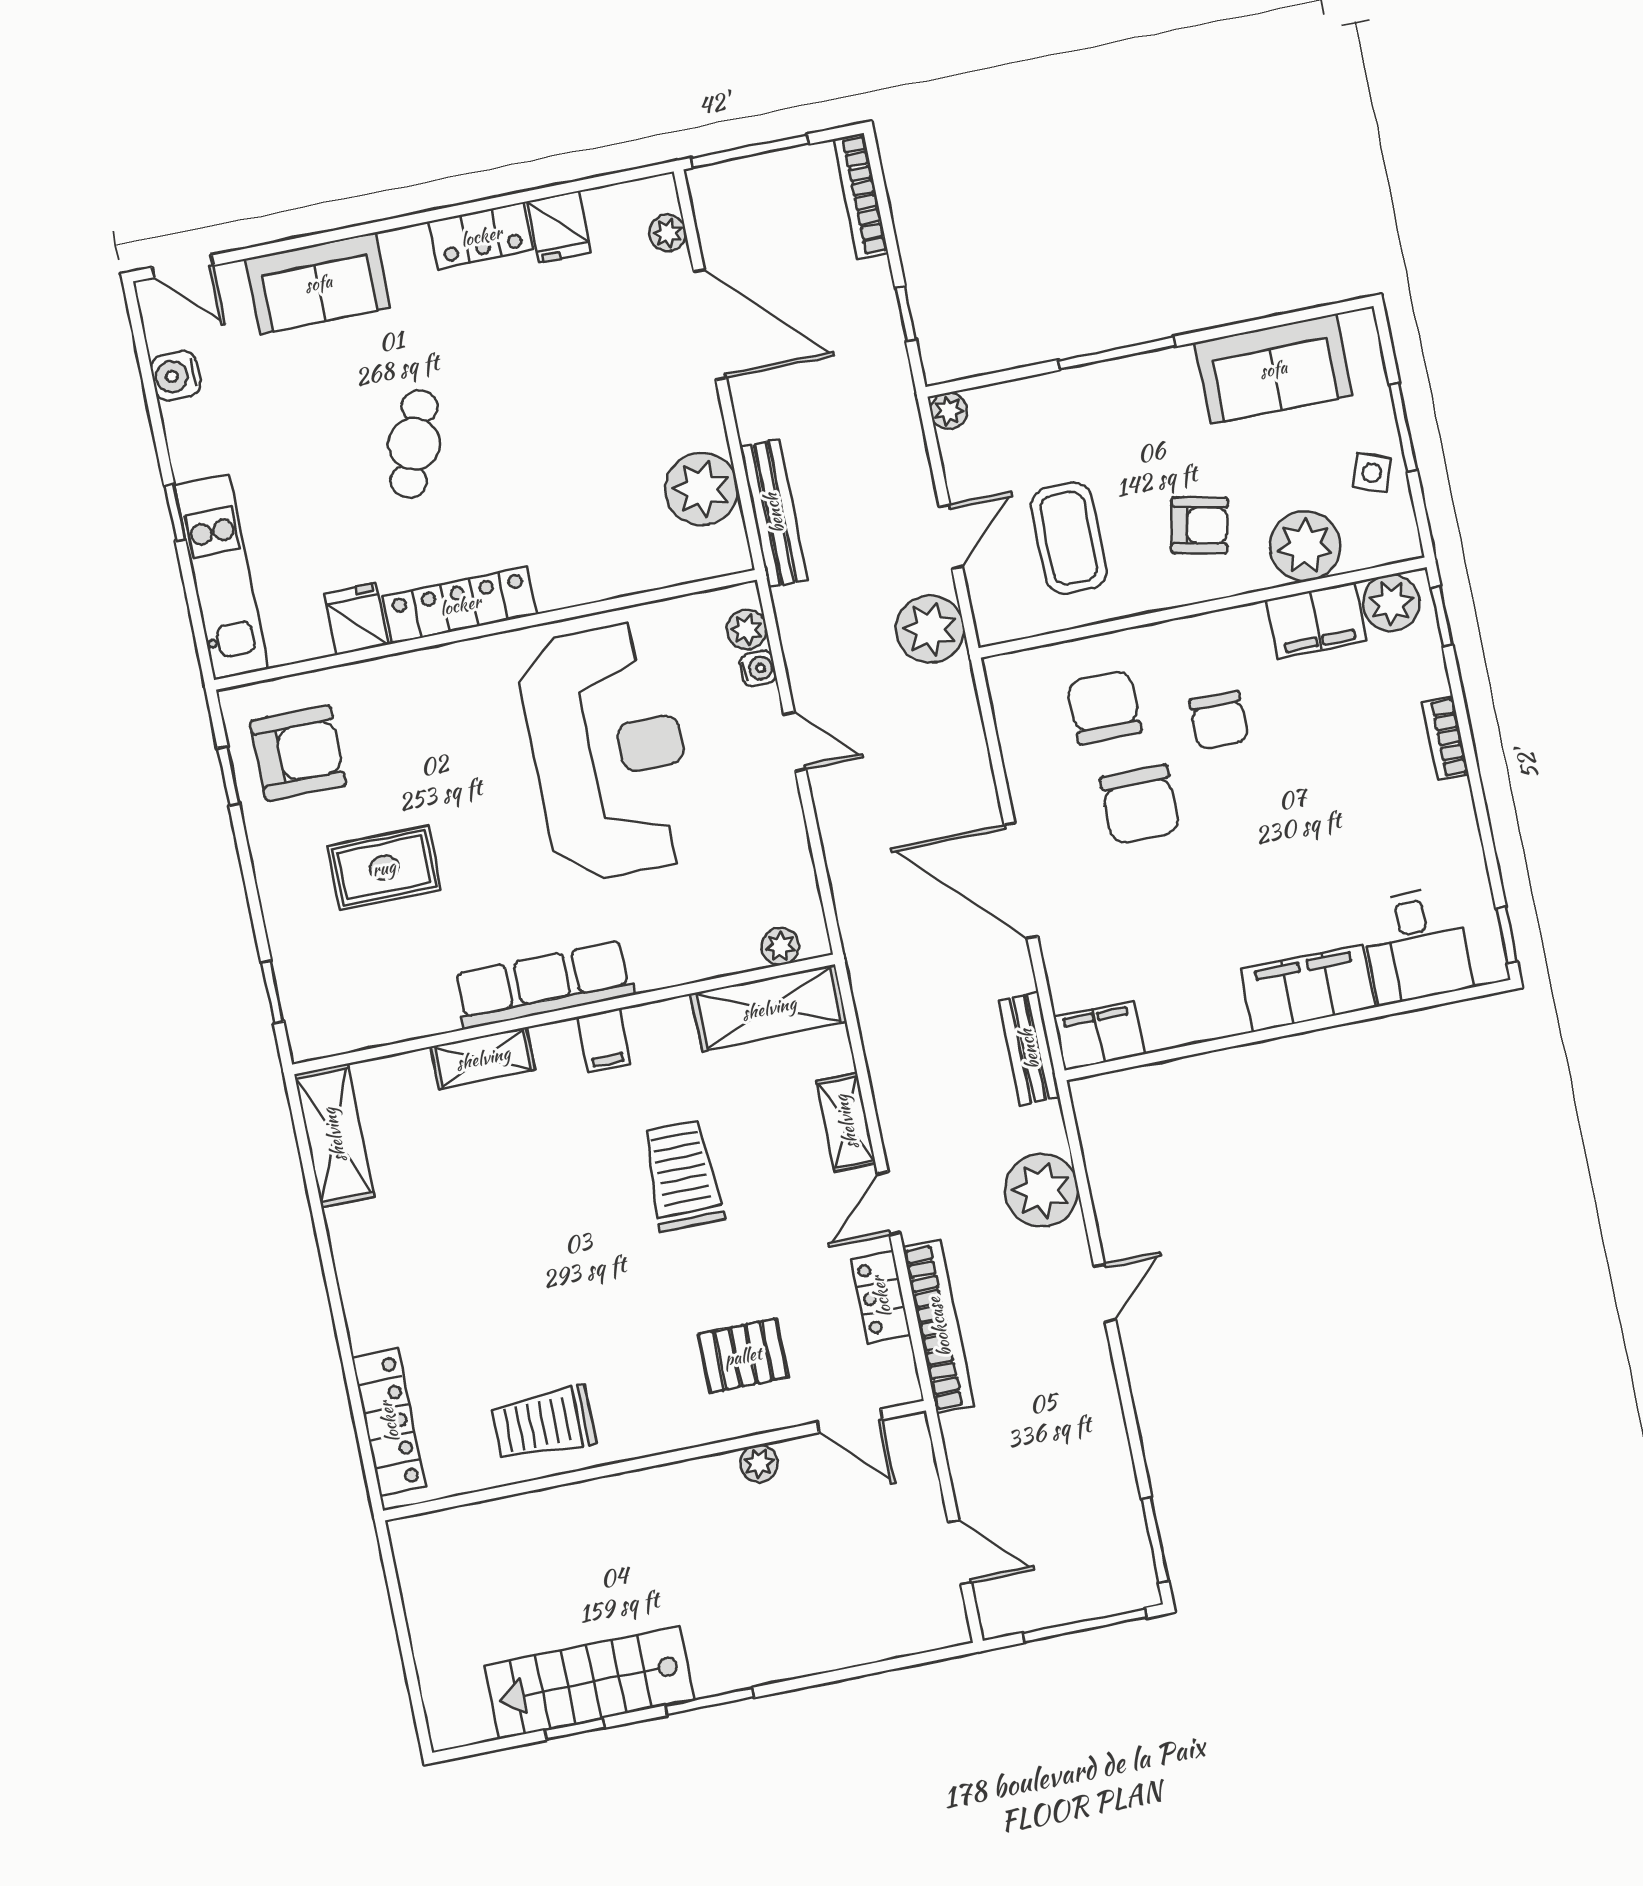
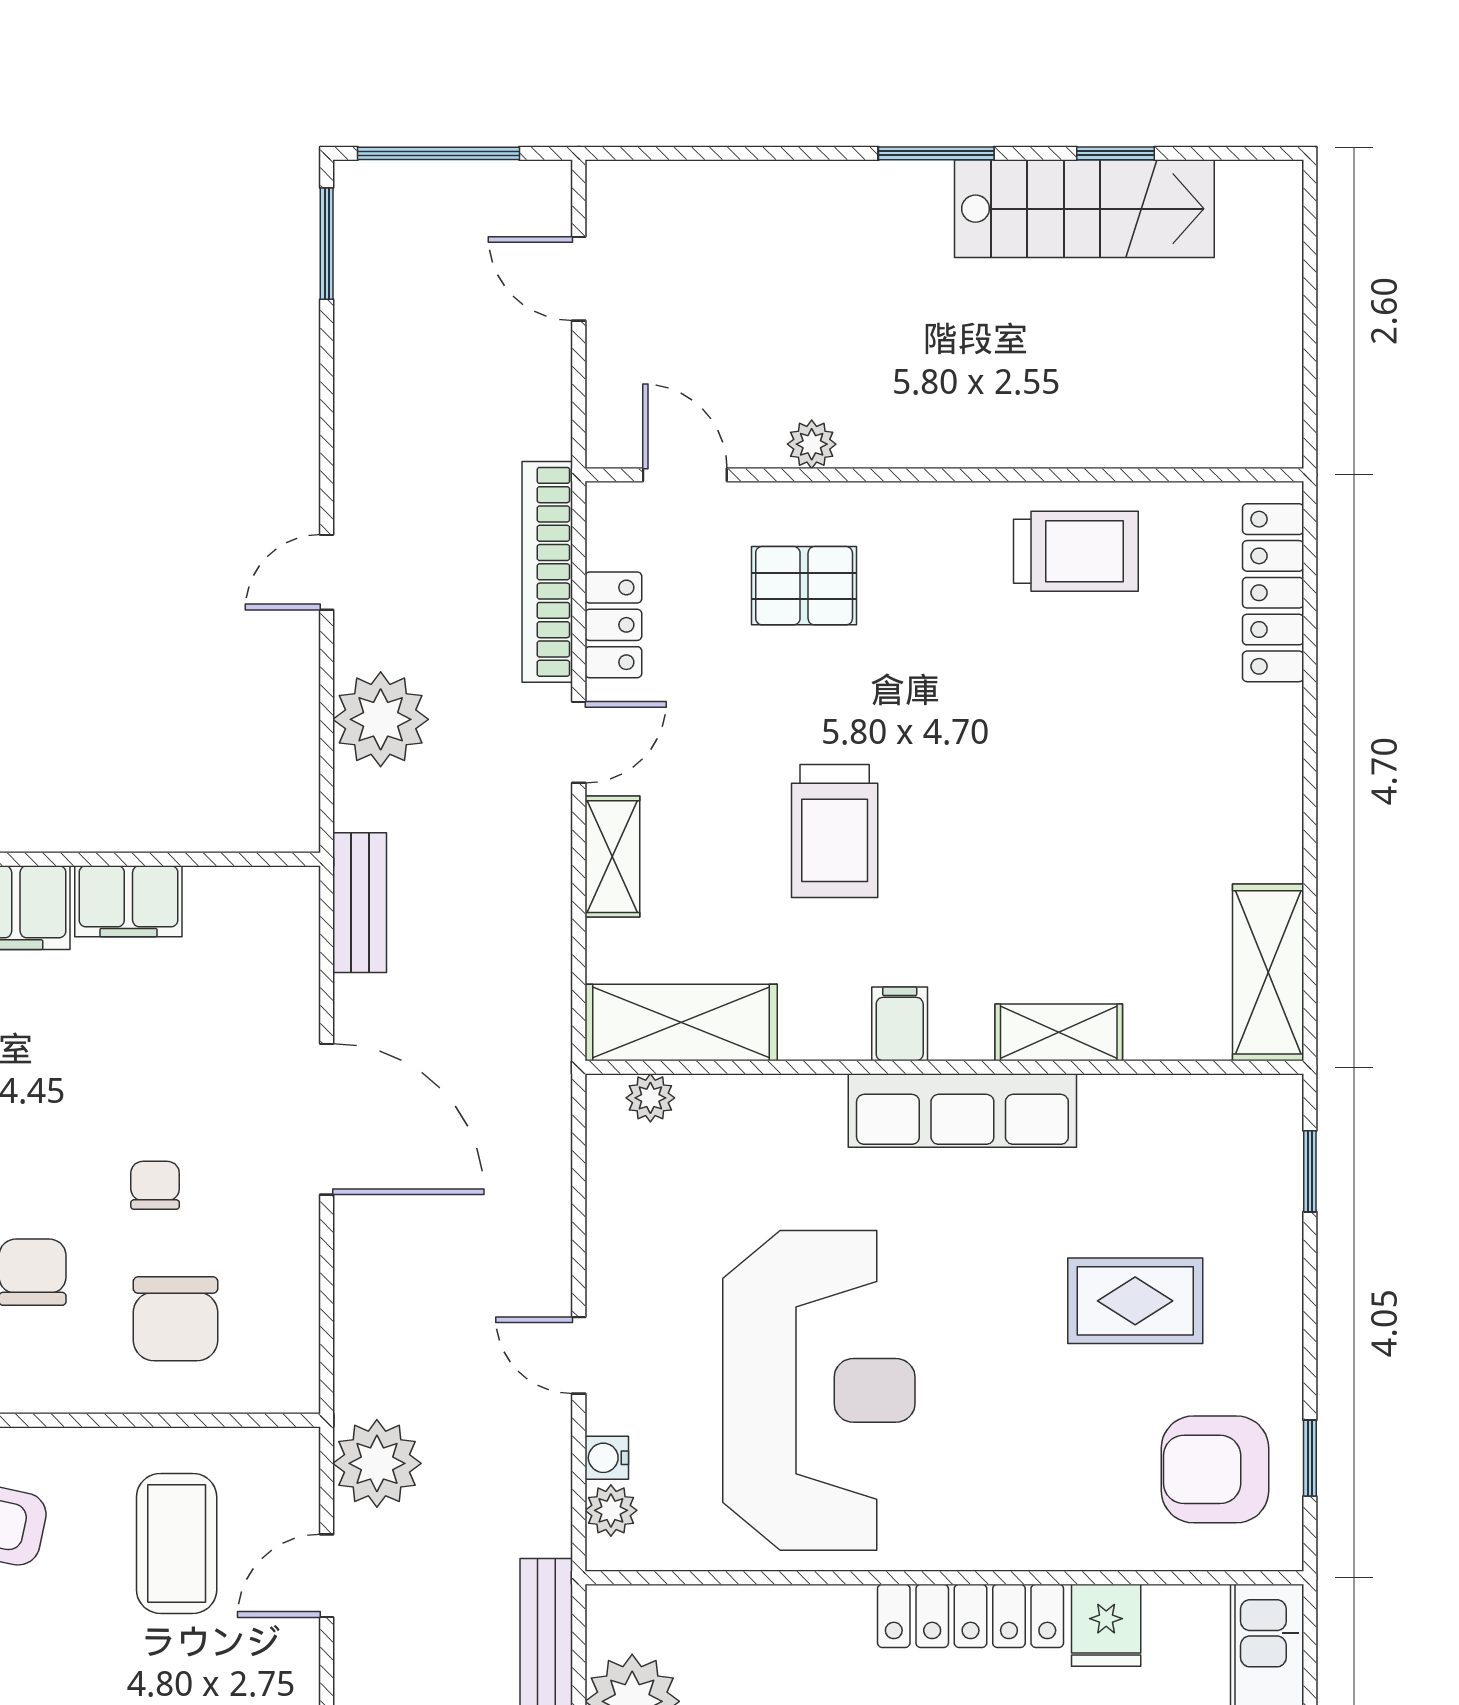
reception desk: (609, 752) -> (819, 1390), turned 180
chair: (1140, 805) -> (155, 1185), width x0.54, depth x0.54
filing cabinet: (1099, 1036) -> (128, 901), moved

